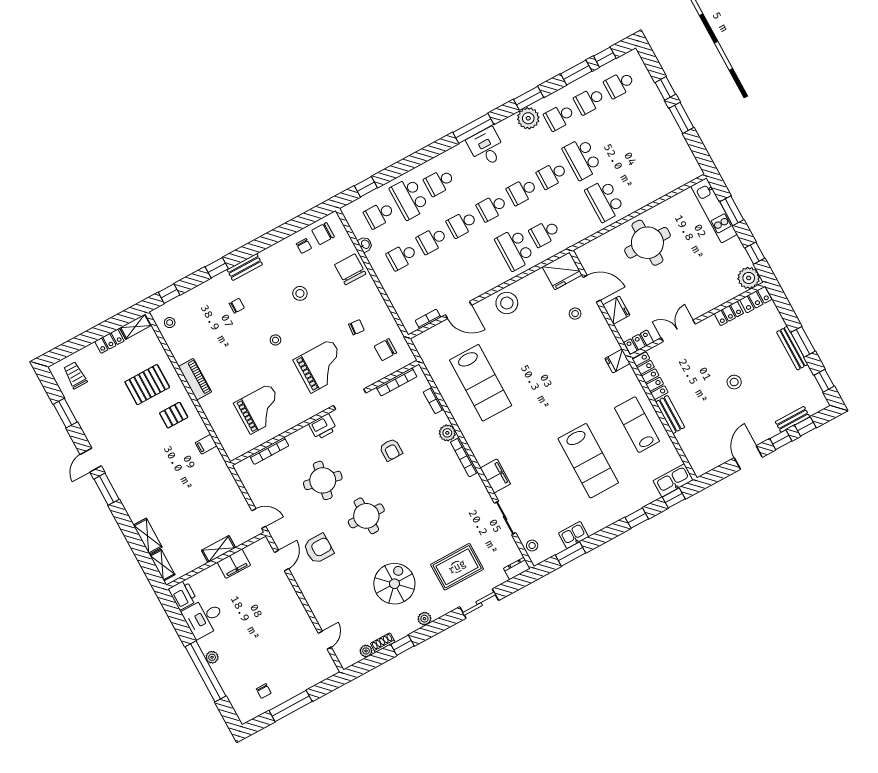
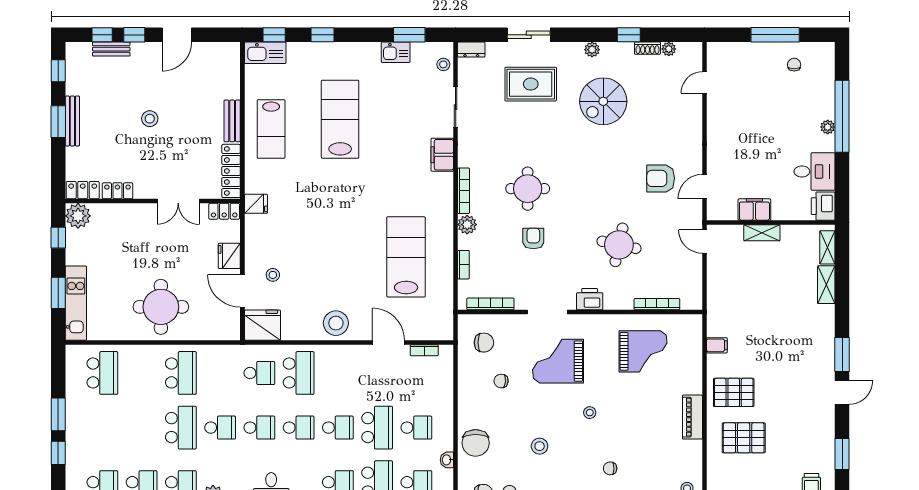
school desk: (665, 168) -> (102, 373), added
school desk: (432, 240) -> (377, 428), width x1.85
grand piano: (260, 409) -> (643, 351), turned 180
pallet: (174, 415) -> (734, 392), width x1.50, depth x1.42
round table: (366, 516) -> (528, 189), moved

